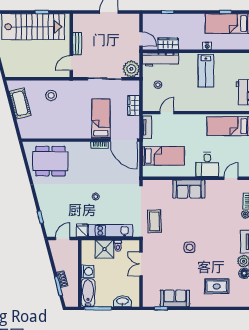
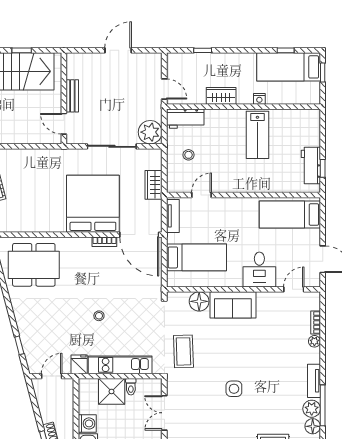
wardrobe: (168, 44) -> (221, 96), moved
workbench: (161, 60) -> (185, 119), width x0.73
door: (71, 63) -> (64, 124), hinge flipped
stool: (51, 96) -> (35, 170), removed
bed: (101, 119) -> (93, 204), width x2.04
floor lamp: (165, 187) -> (199, 301), added

